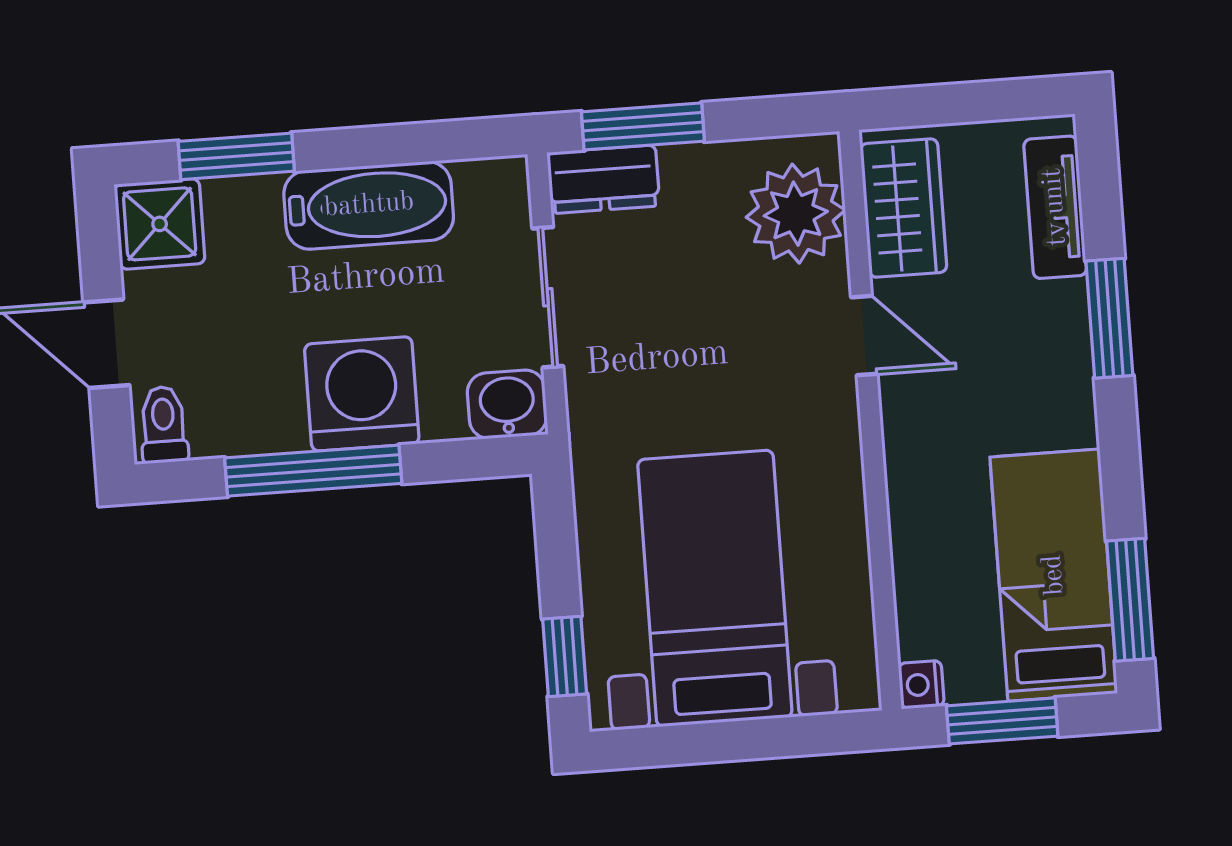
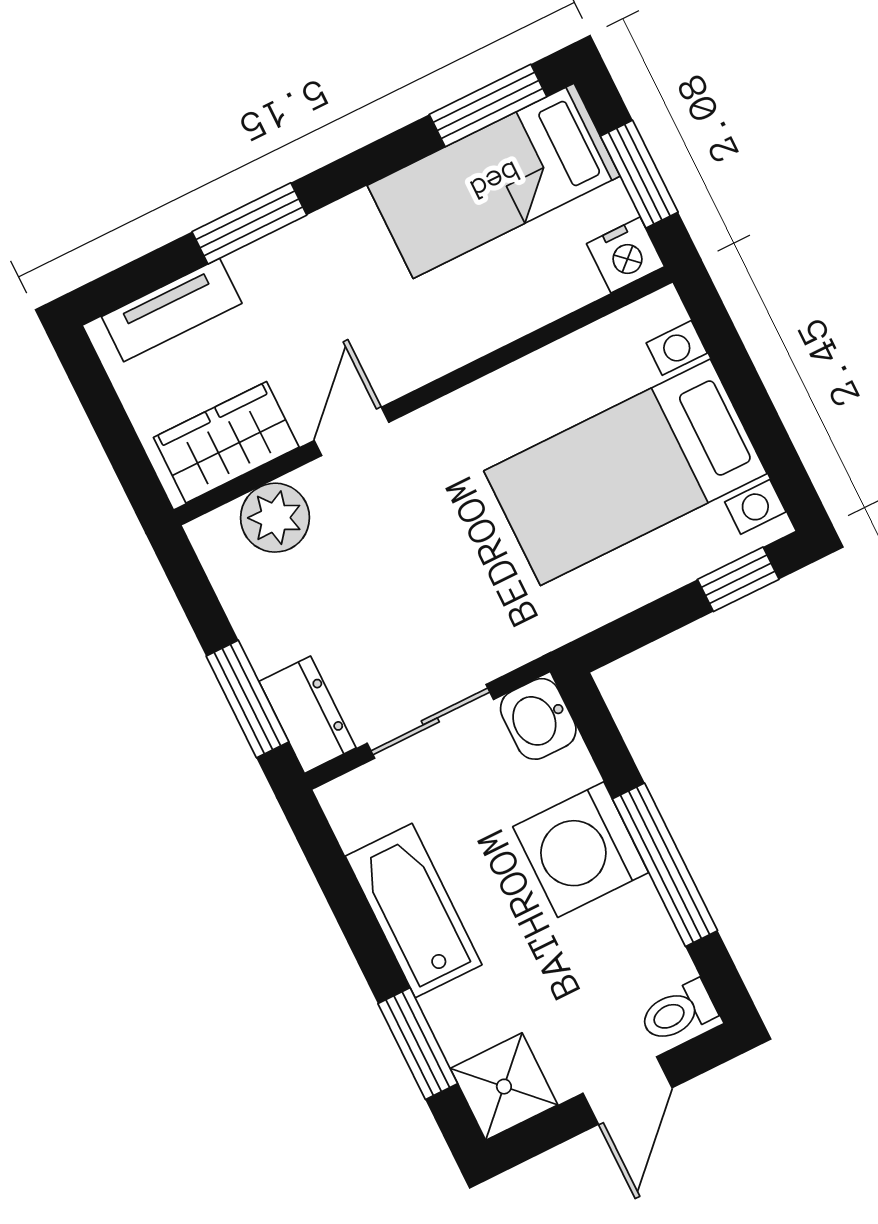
plant: (796, 214) -> (275, 518), width x0.73, depth x0.73
nightstand: (921, 685) -> (626, 255), width x1.39, depth x1.35

